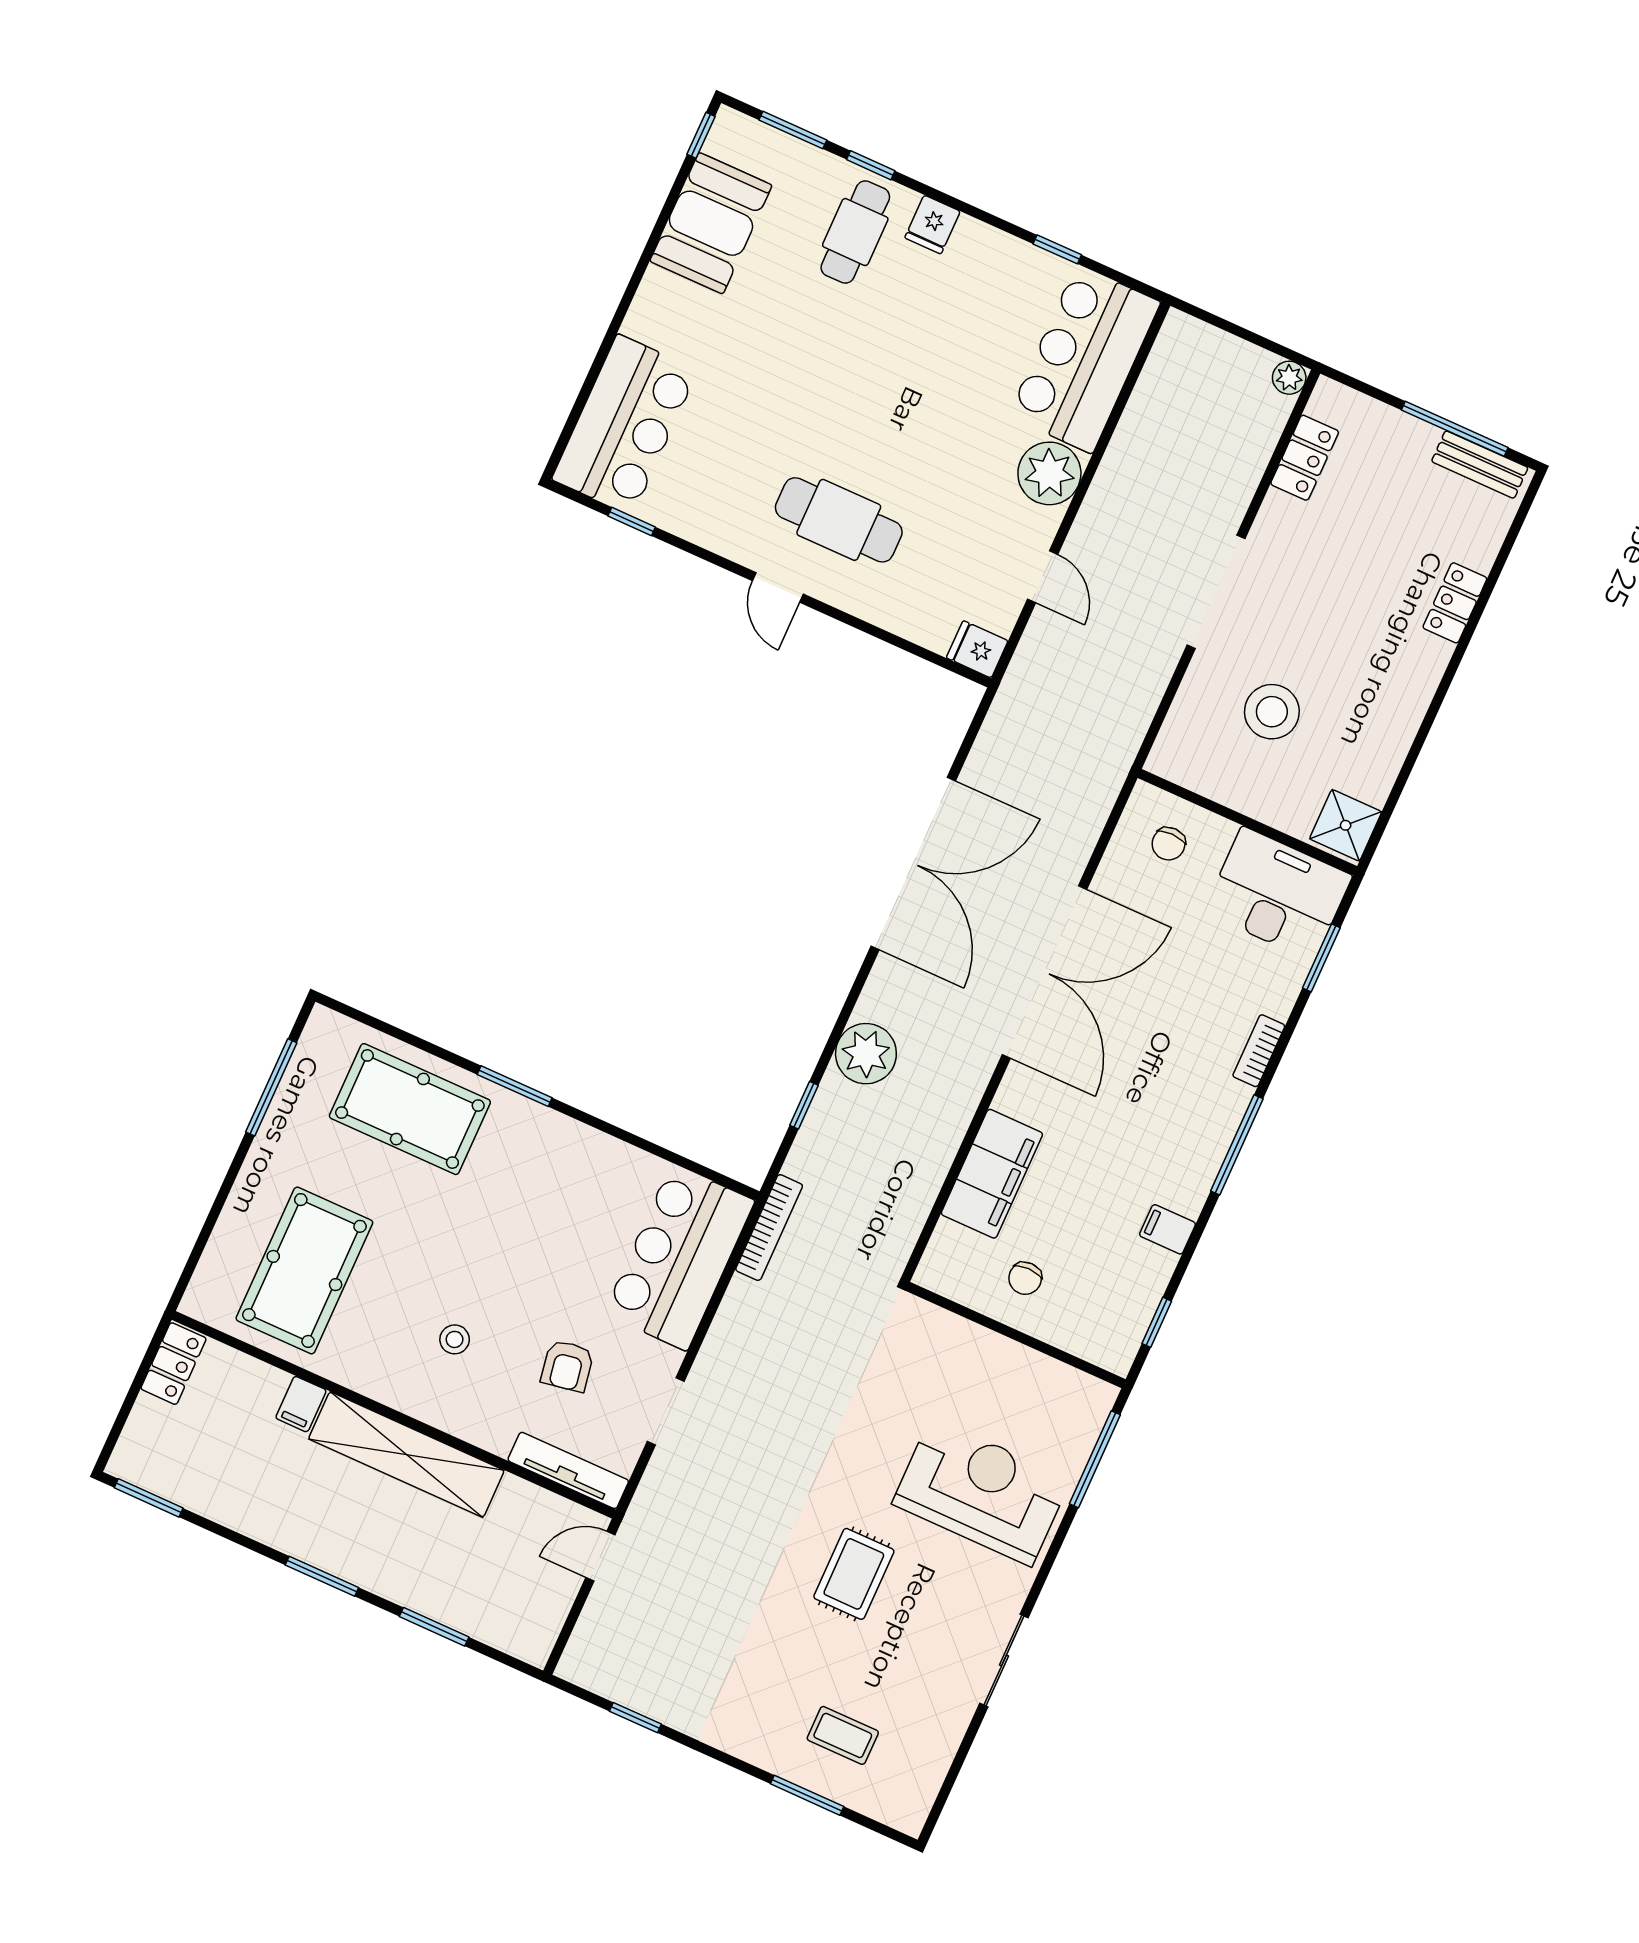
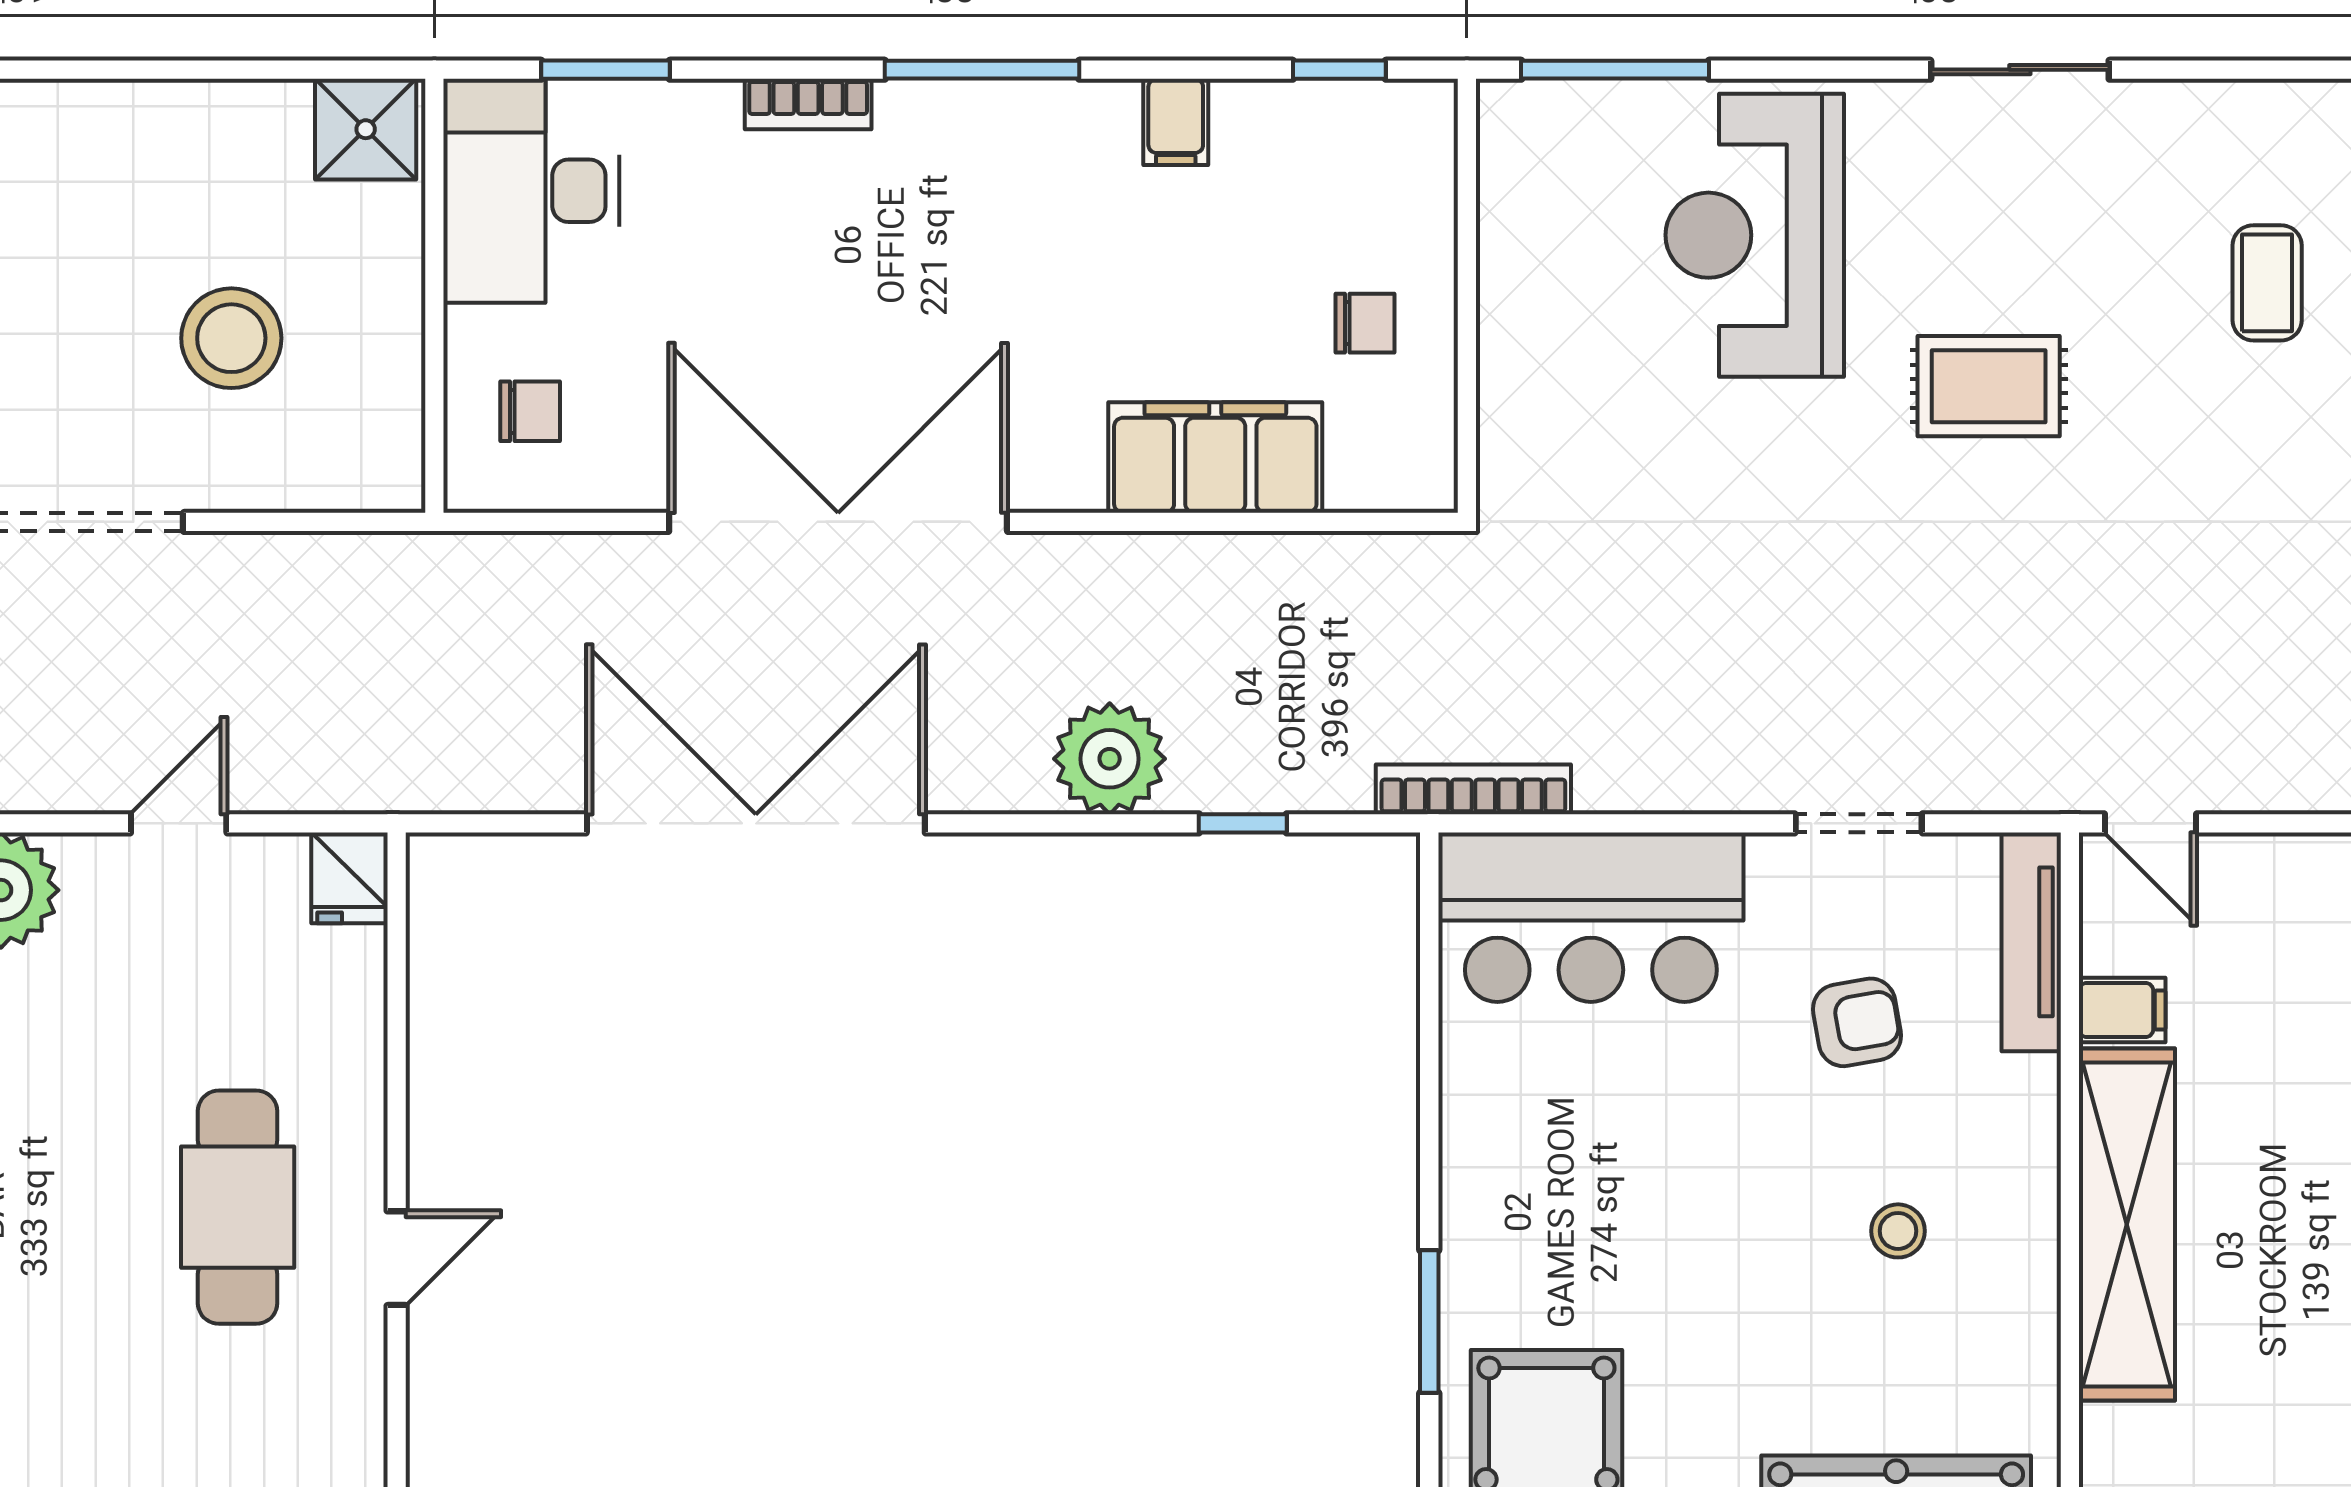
filing cabinet: (301, 1404) -> (2122, 1010), moved

